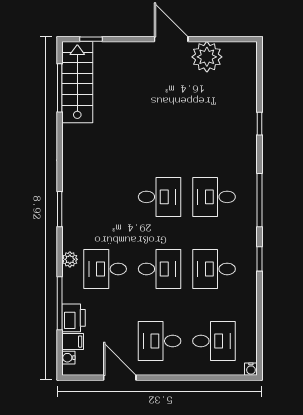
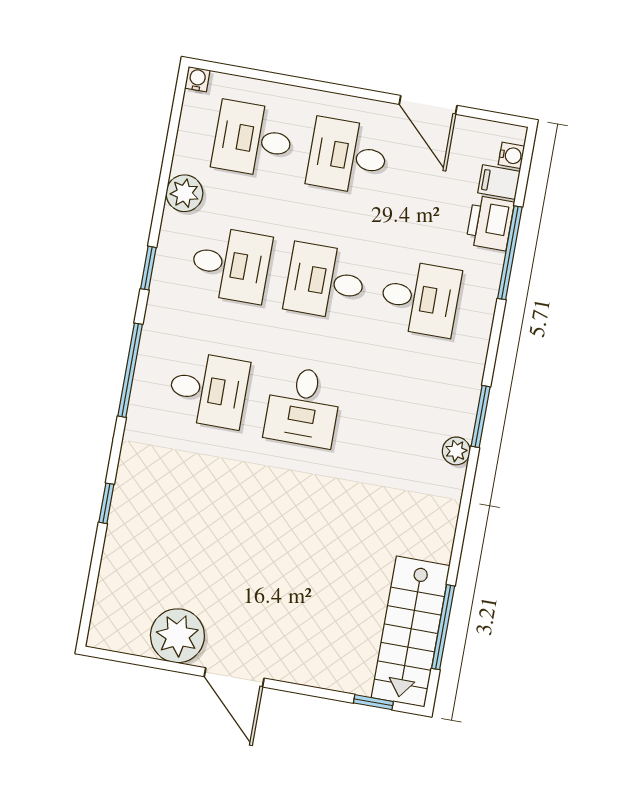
desk: (160, 197) -> (303, 407), turned -90
plant: (70, 259) -> (456, 451), moved
plant: (247, 304) -> (184, 193), added
desk: (160, 341) -> (348, 156), turned 180

